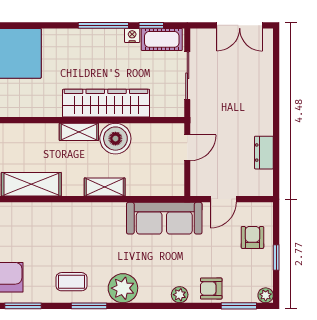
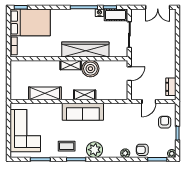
dresser: (264, 153) -> (171, 87), moved
sofa: (164, 218) -> (83, 112), moved

